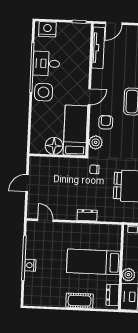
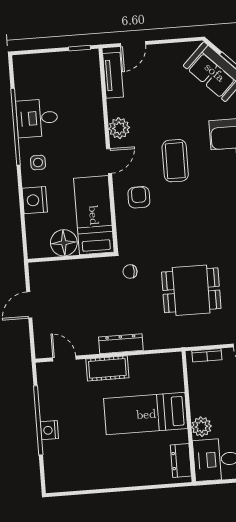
nightstand: (47, 29) -> (35, 200), moved, turned -90
tv unit: (98, 48) -> (113, 75), width x0.71
side table: (44, 92) -> (38, 162), width x0.54, depth x0.54
plant: (96, 142) -> (119, 128), moved
dresser: (87, 215) -> (121, 344), width x1.44
cot: (79, 301) -> (107, 368), moved

